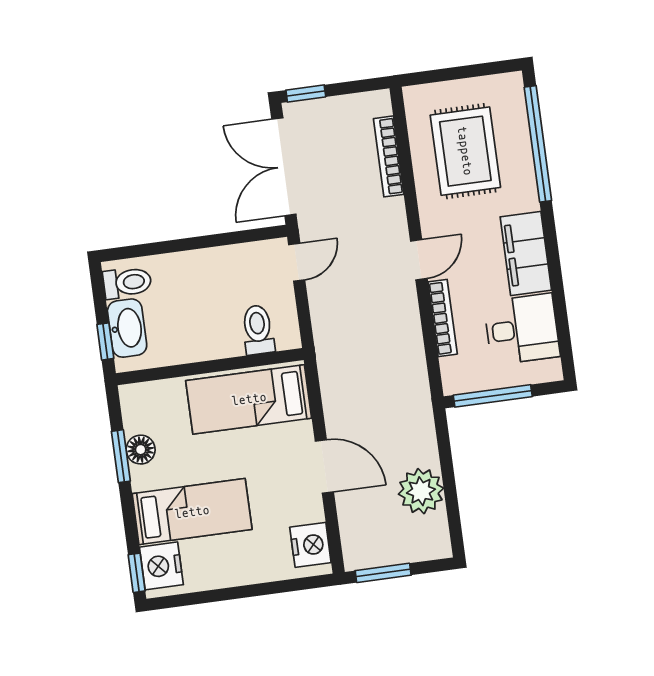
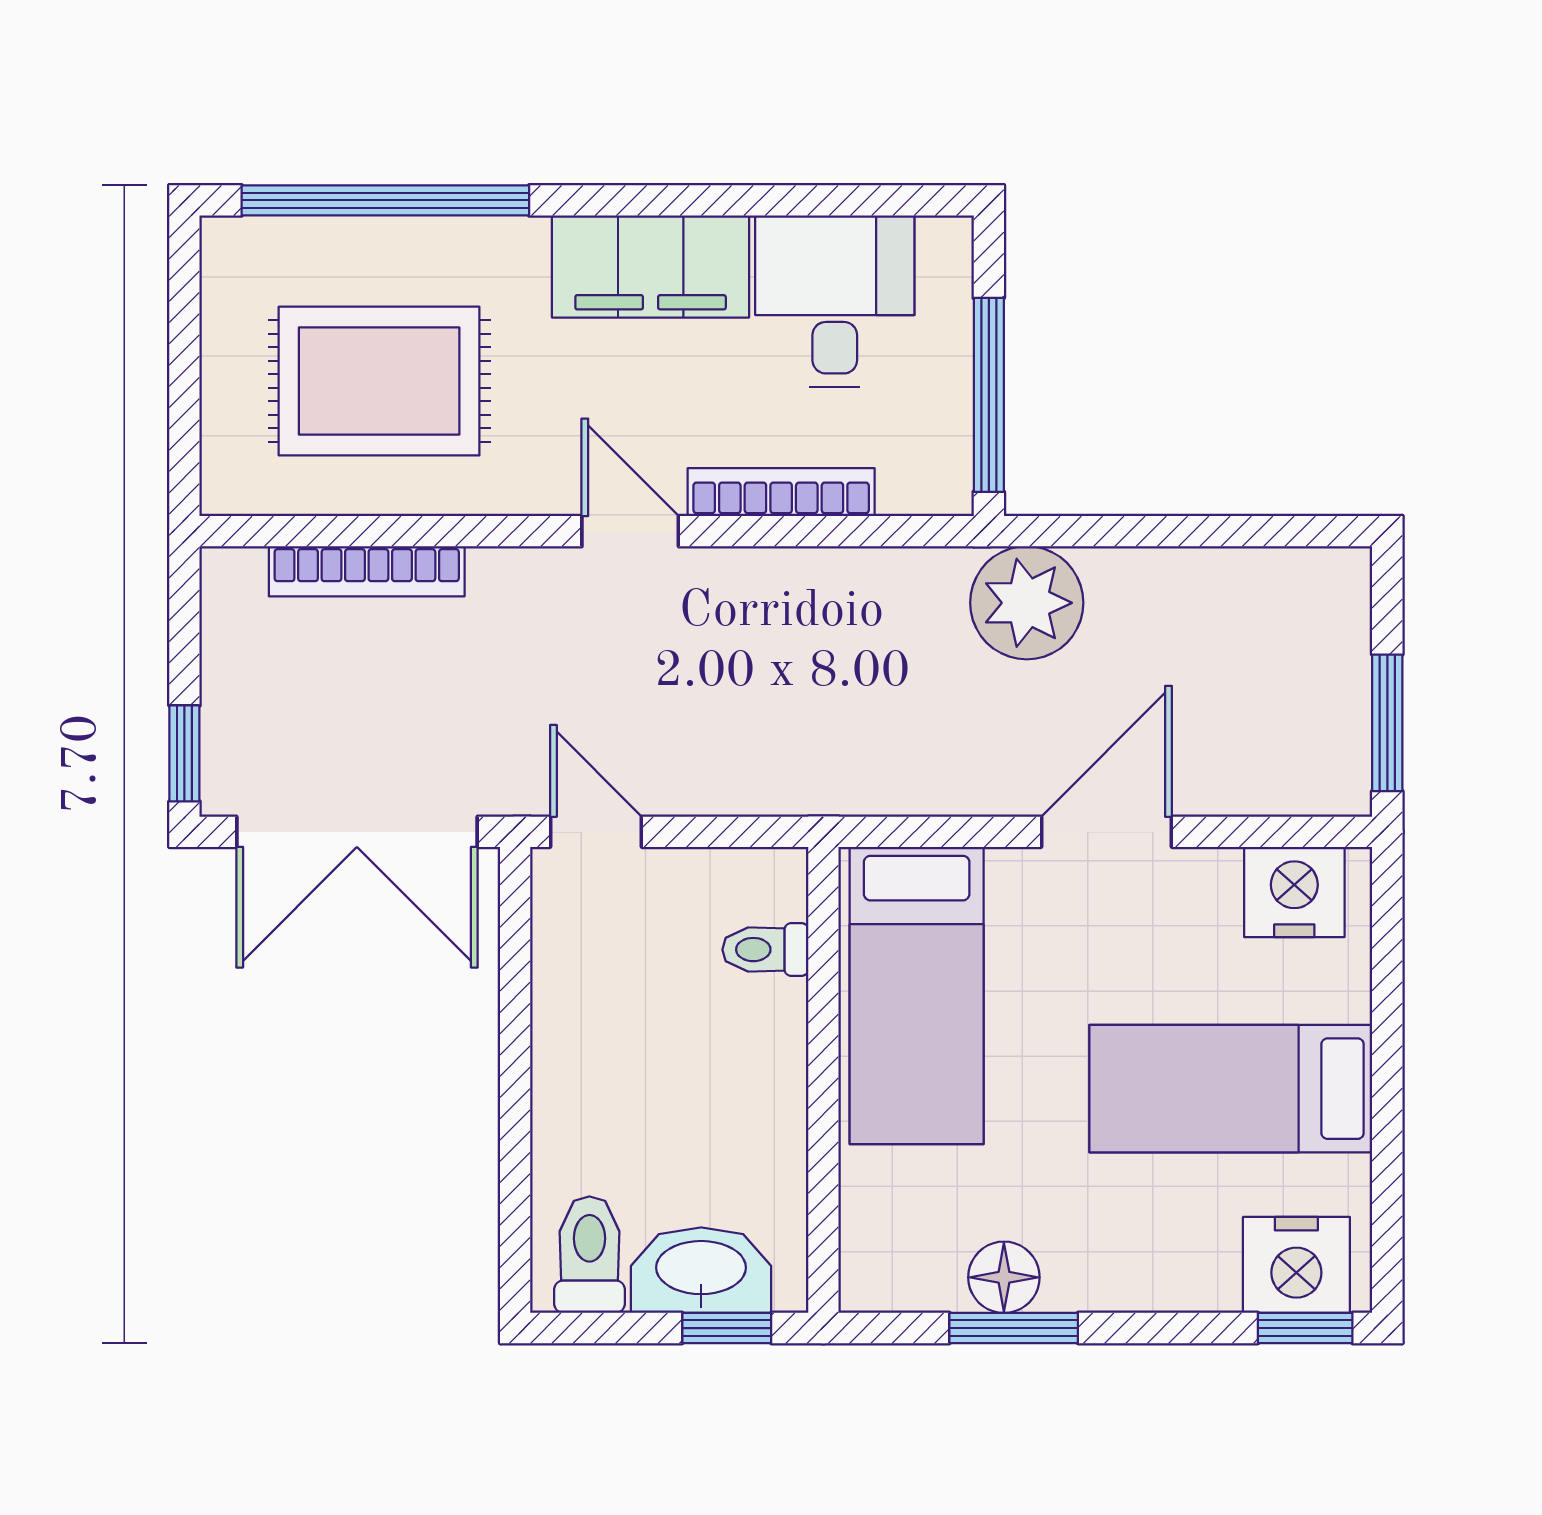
toilet: (258, 330) -> (765, 950), width x0.73, depth x0.72
plant: (421, 491) -> (1027, 603), moved
bed: (192, 512) -> (1231, 1089), moved, turned -90

